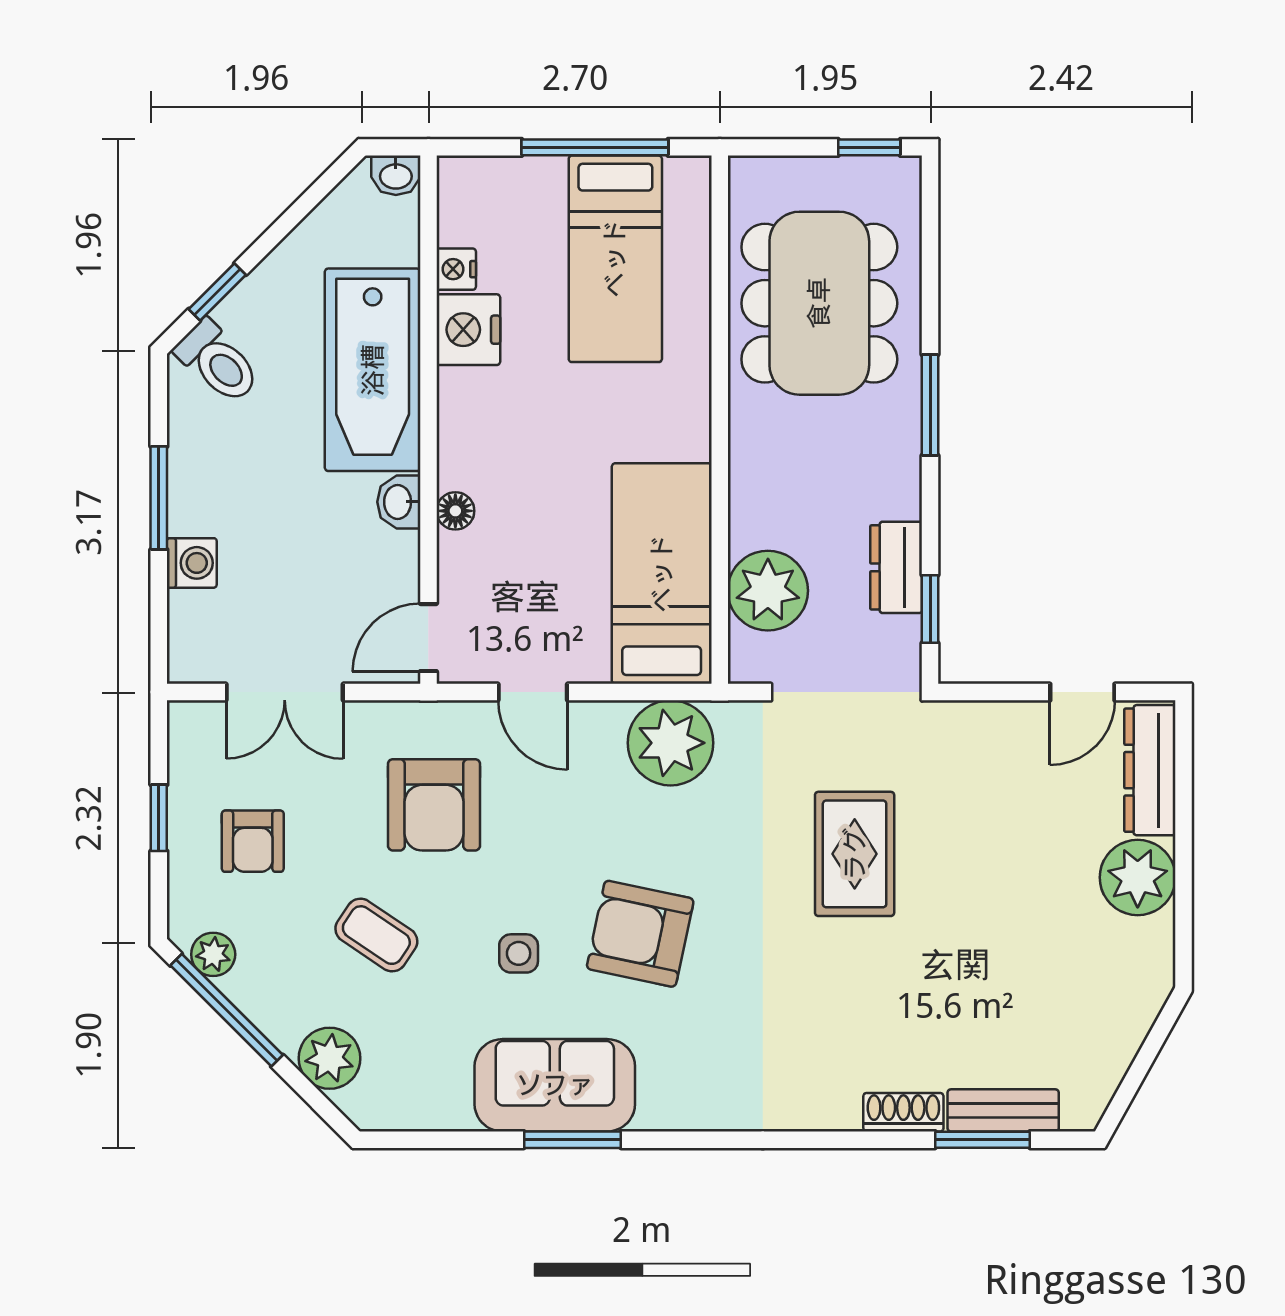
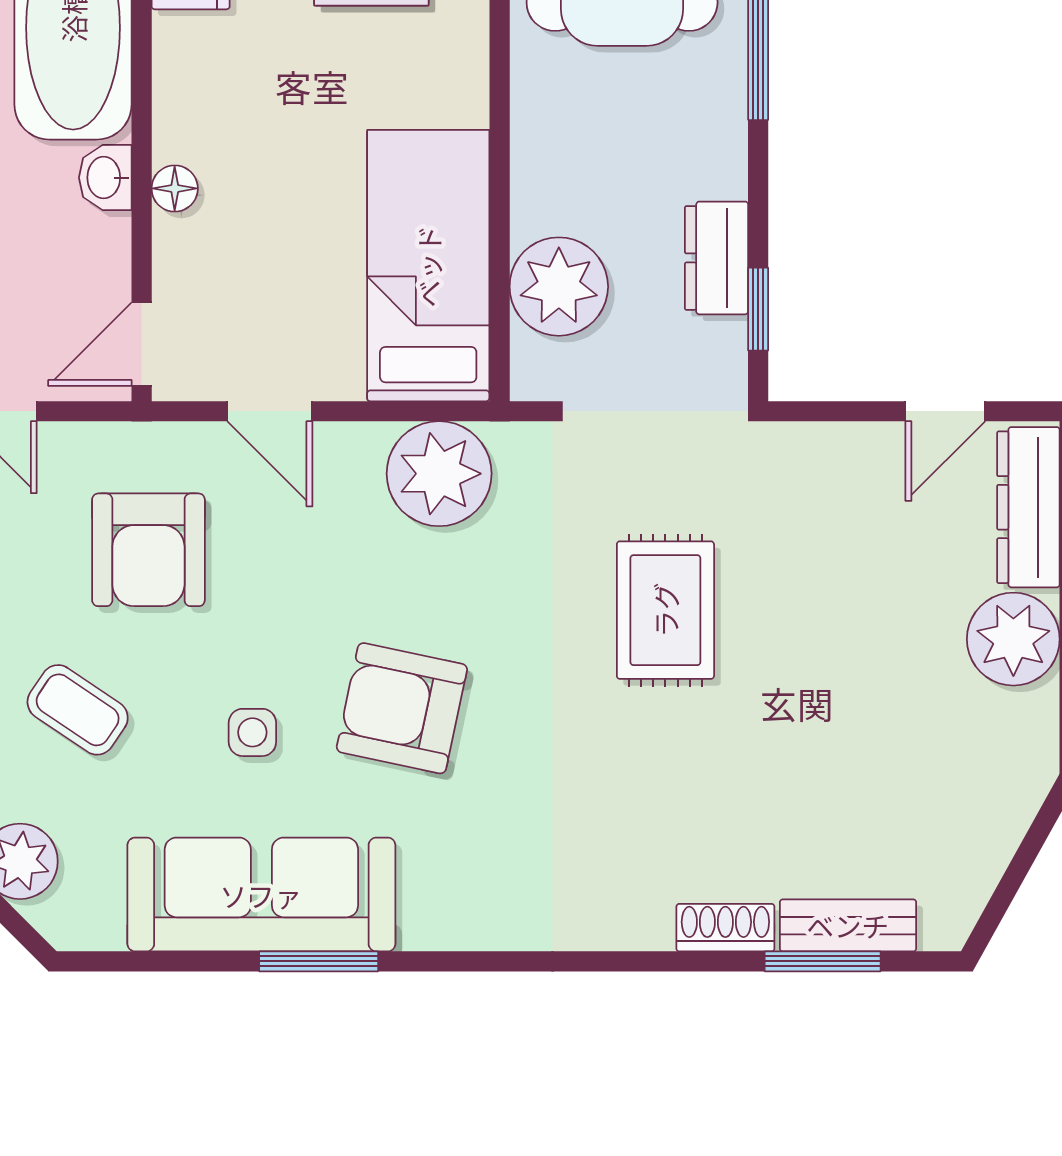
sofa: (555, 1085) -> (261, 895), width x1.36

